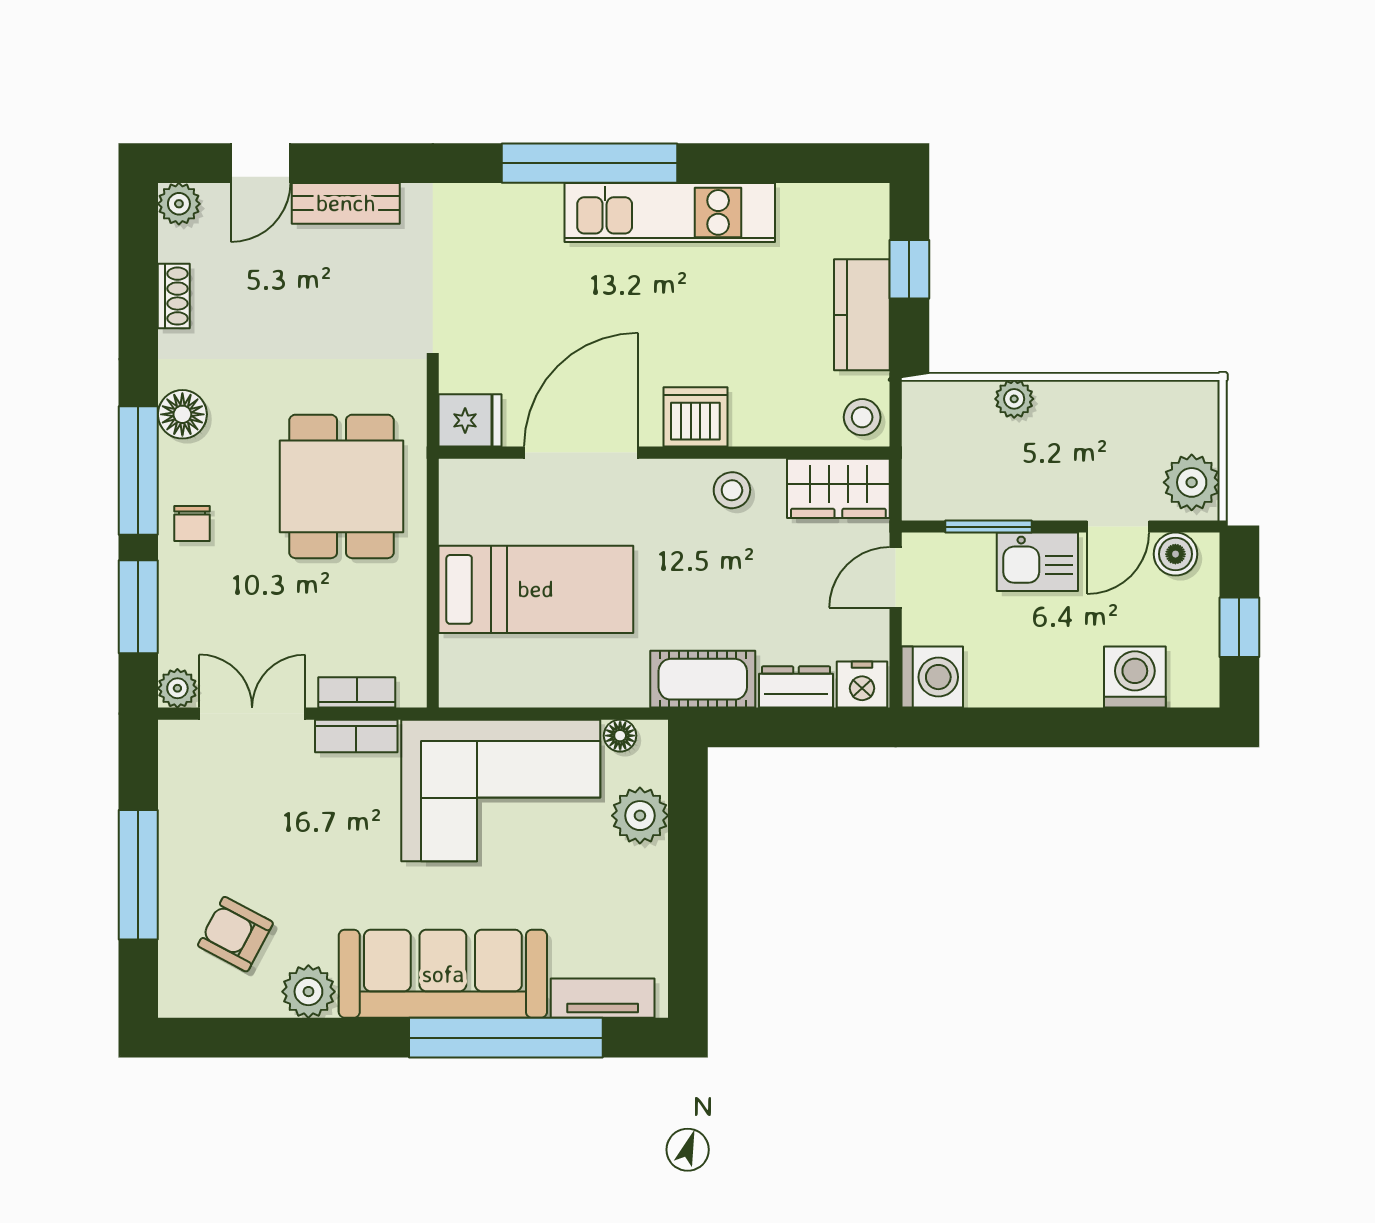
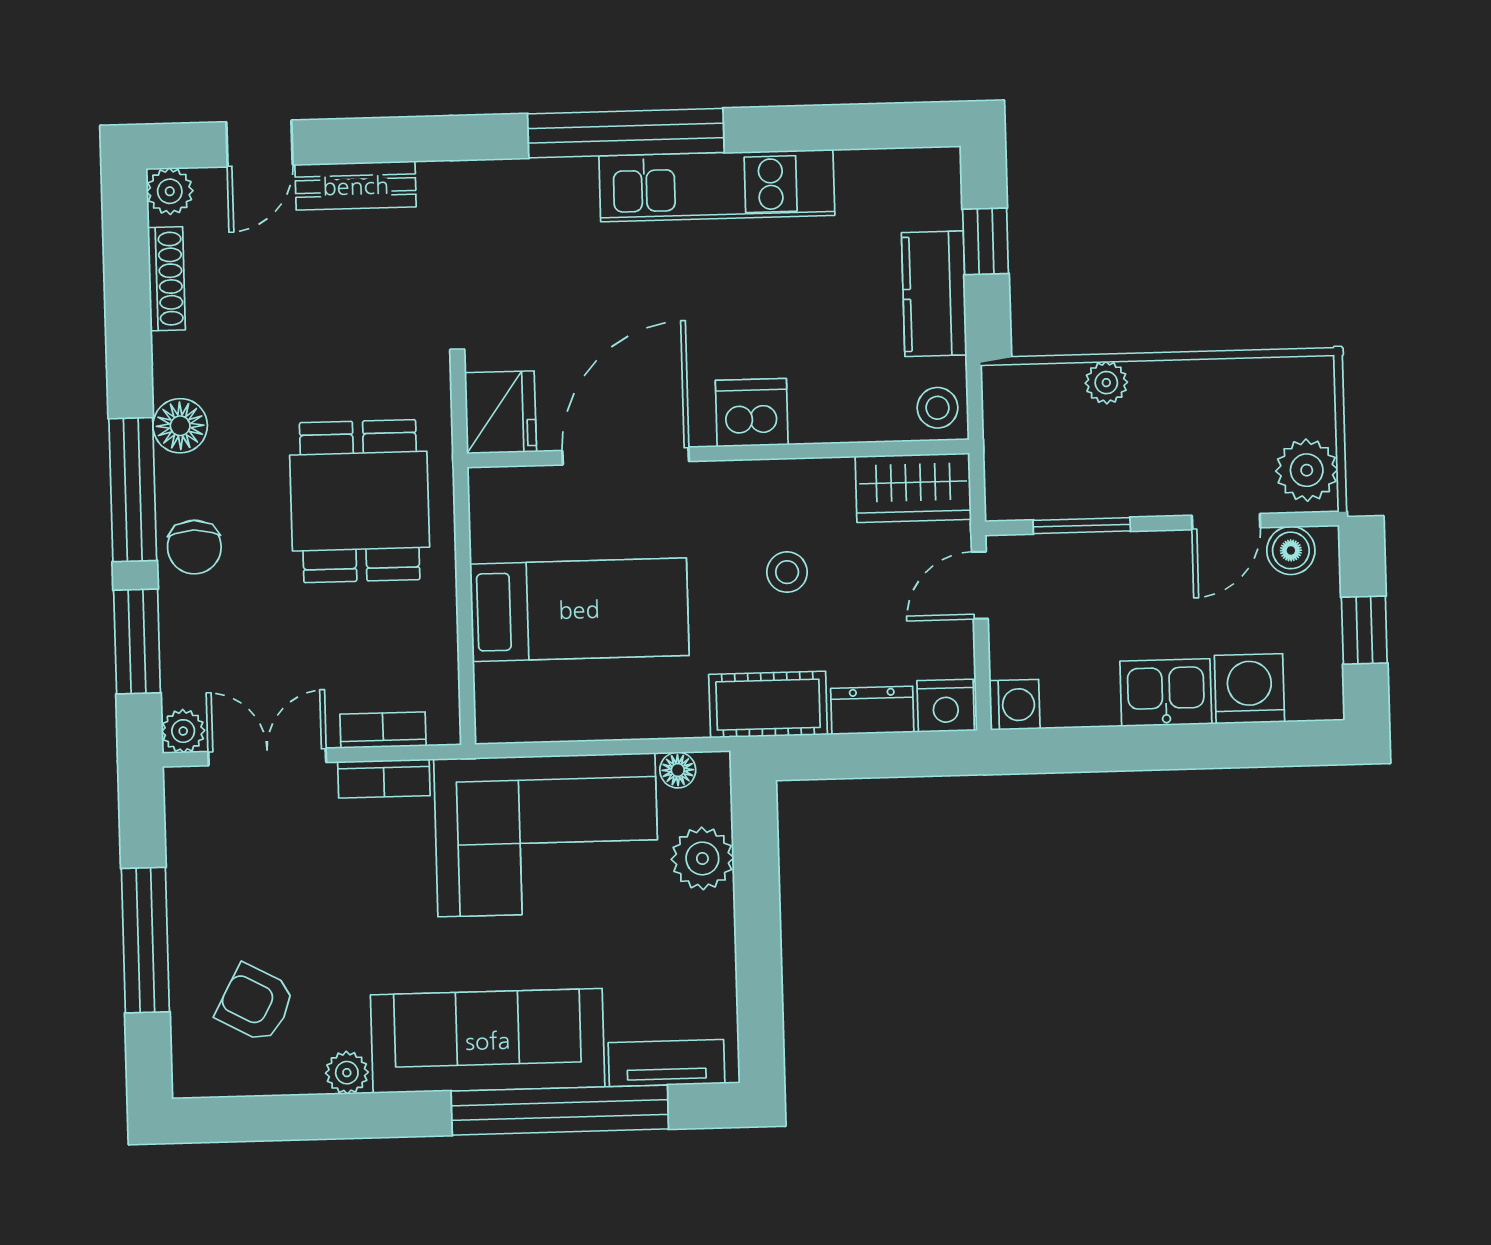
shoe rack: (174, 296) -> (166, 279), width x1.43
fridge: (470, 420) -> (500, 412), width x1.38
stool: (732, 490) -> (787, 572), moved
chair: (192, 524) -> (194, 547), width x1.37, depth x1.37
kitchen sink: (1037, 562) -> (1166, 693), moved, turned 180
washing machine: (932, 677) -> (1015, 705), width x0.73, depth x0.73
plant: (308, 992) -> (347, 1073), width x0.73, depth x0.73

